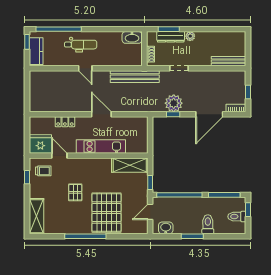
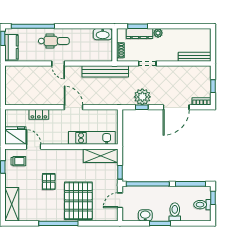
kitchen unit: (101, 146) -> (92, 138), moved
washbasin: (166, 228) -> (145, 215), moved

